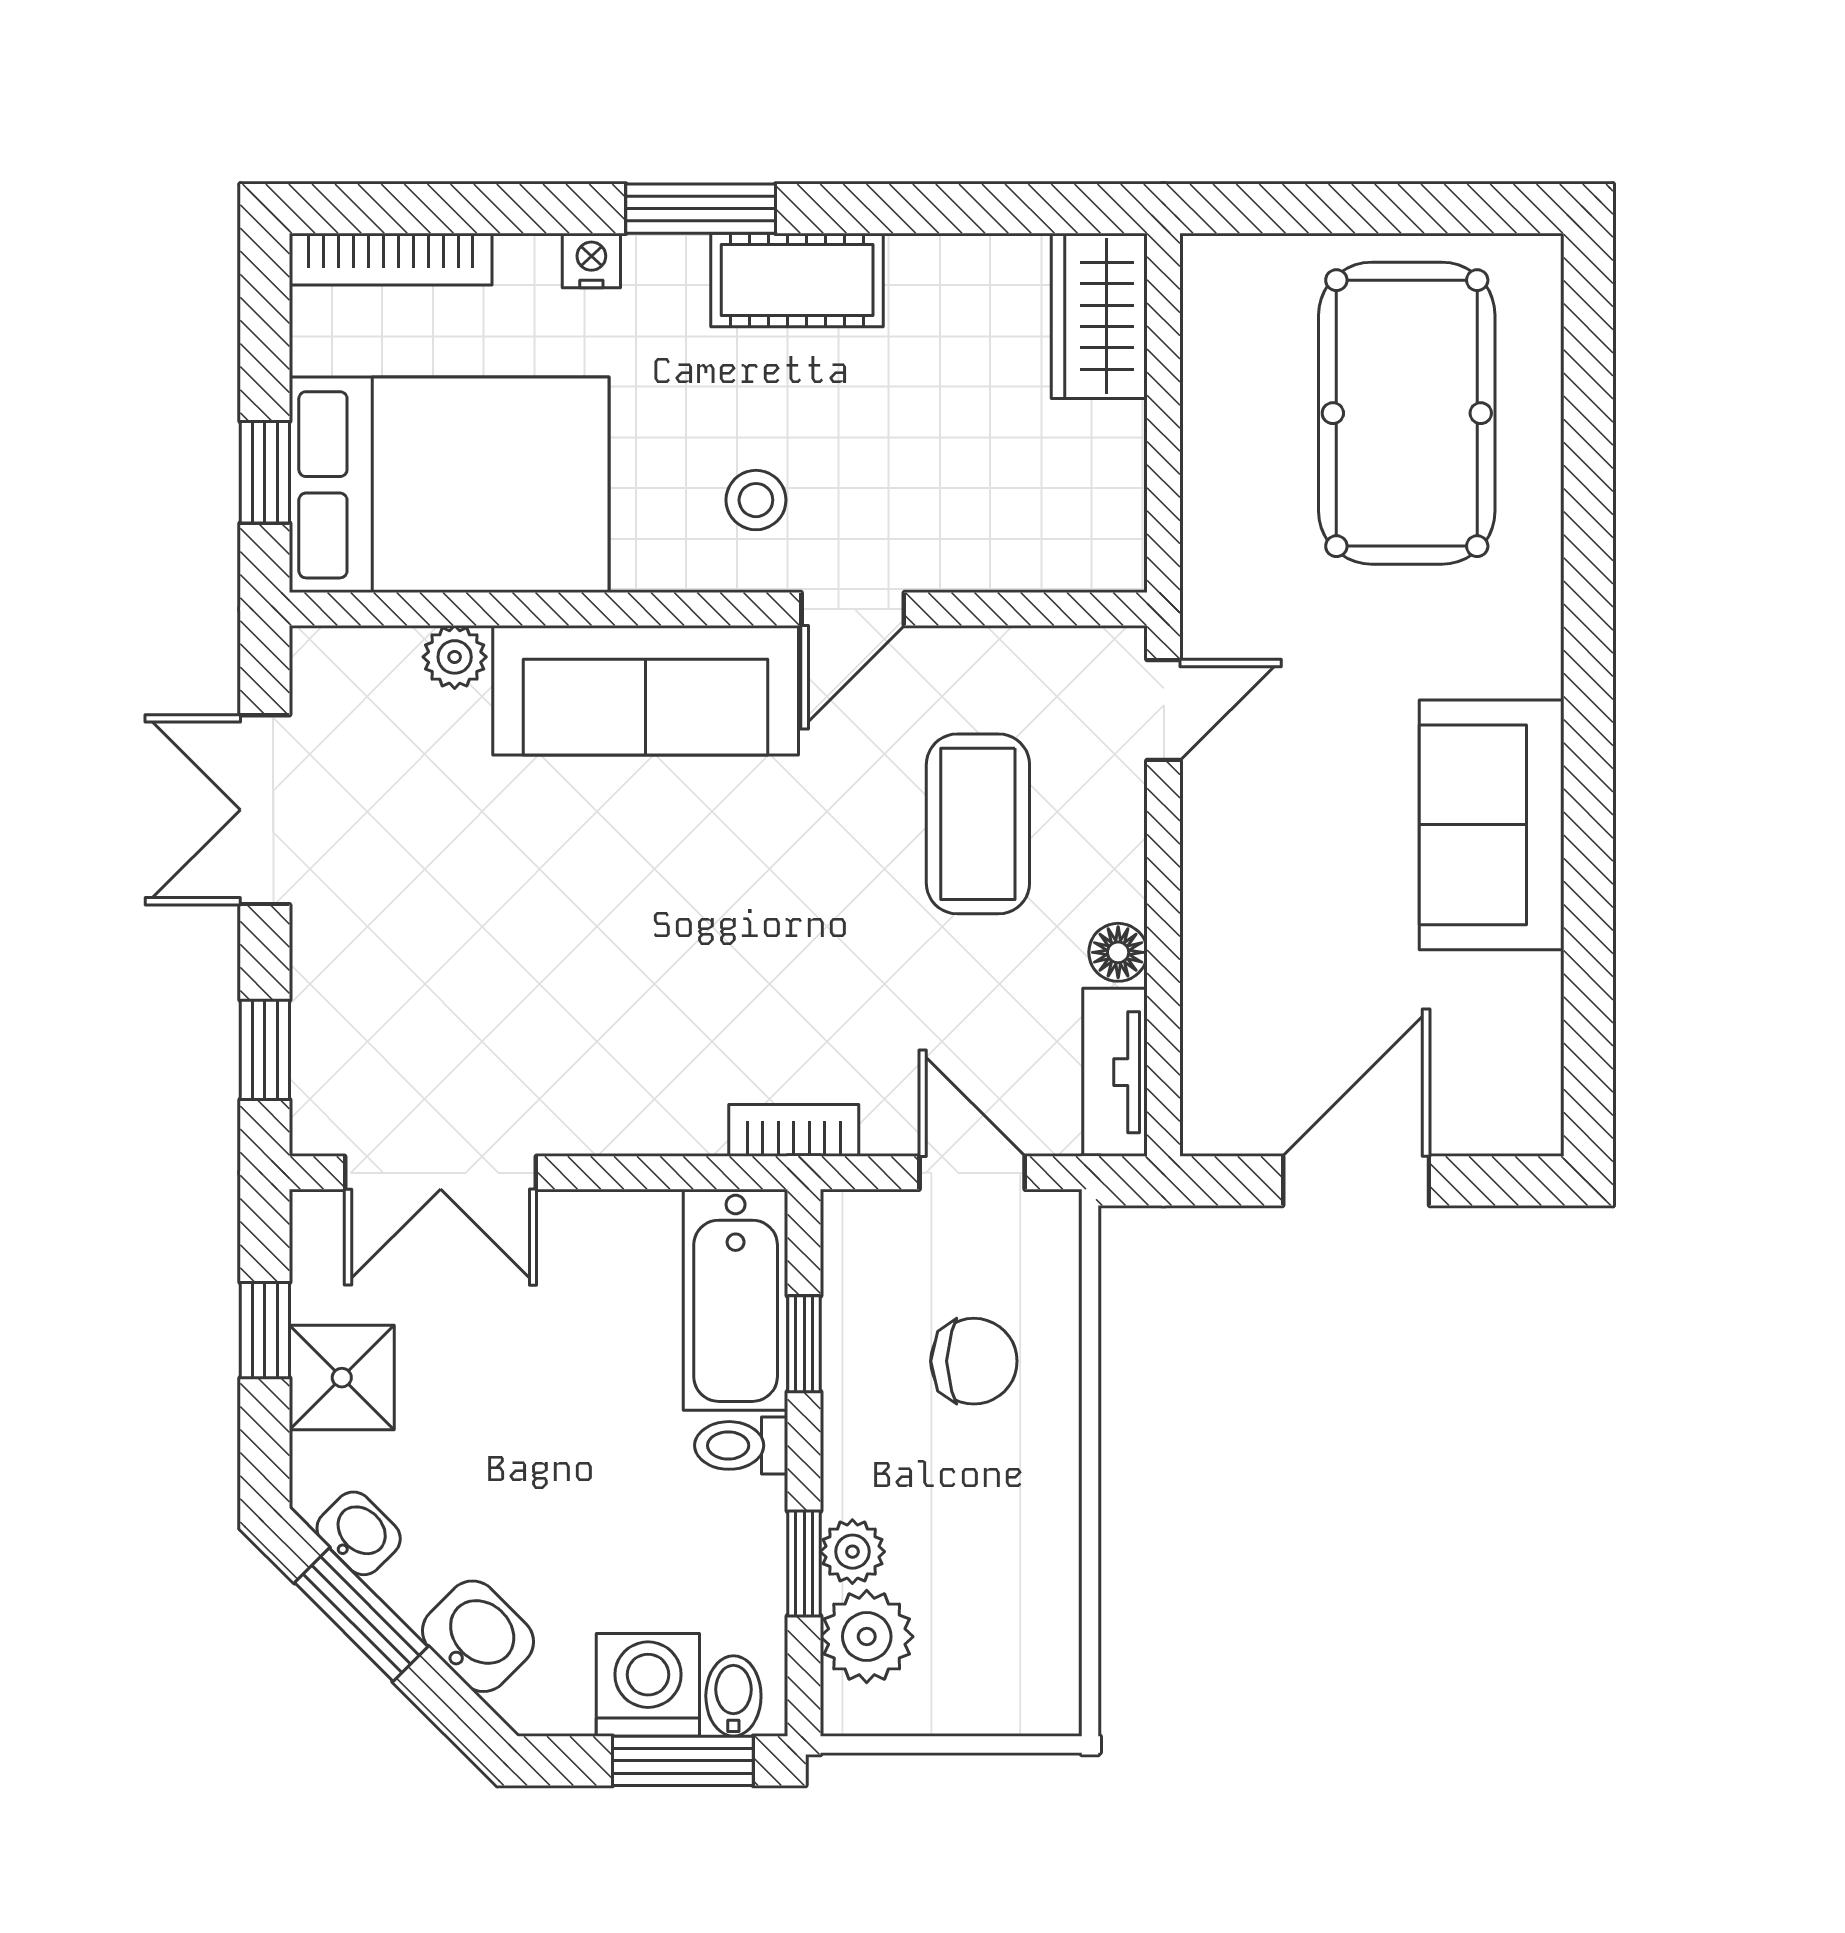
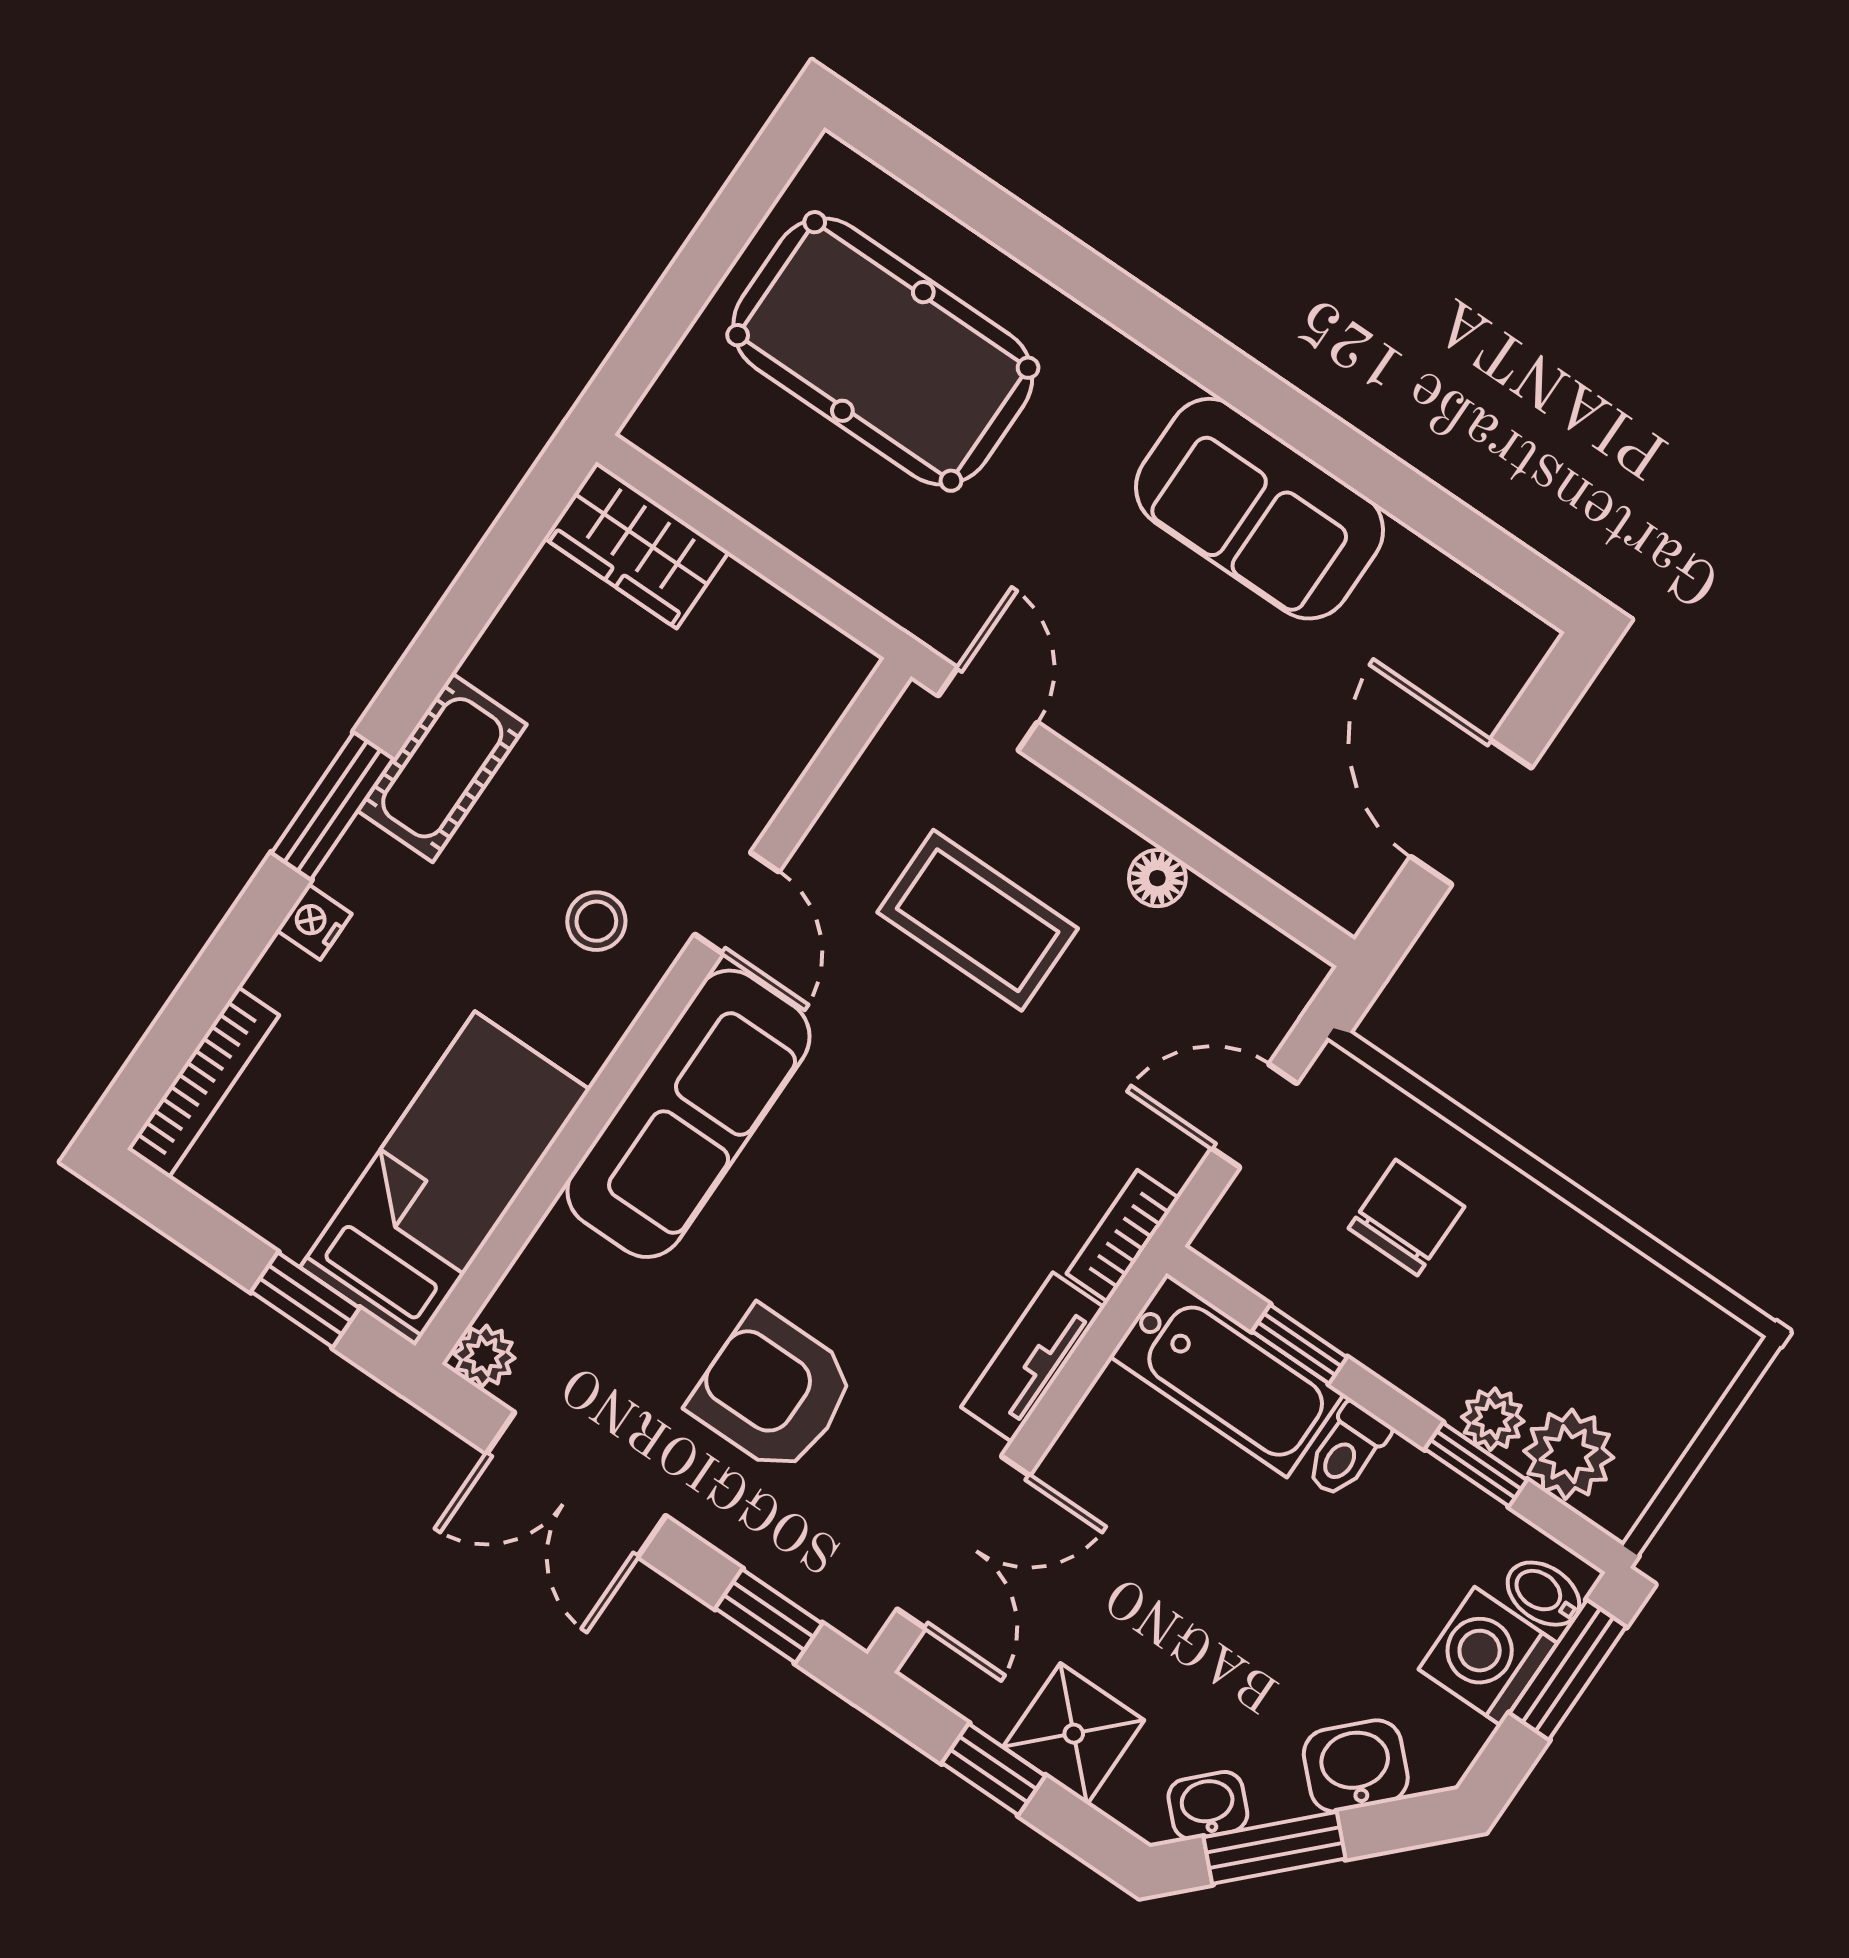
bed: (449, 485) -> (445, 1179), width x0.67
plant: (455, 657) -> (484, 1356), moved
armchair: (459, 923) -> (773, 1391), added
tv unit: (1115, 1072) -> (1033, 1357), moved, turned 90

